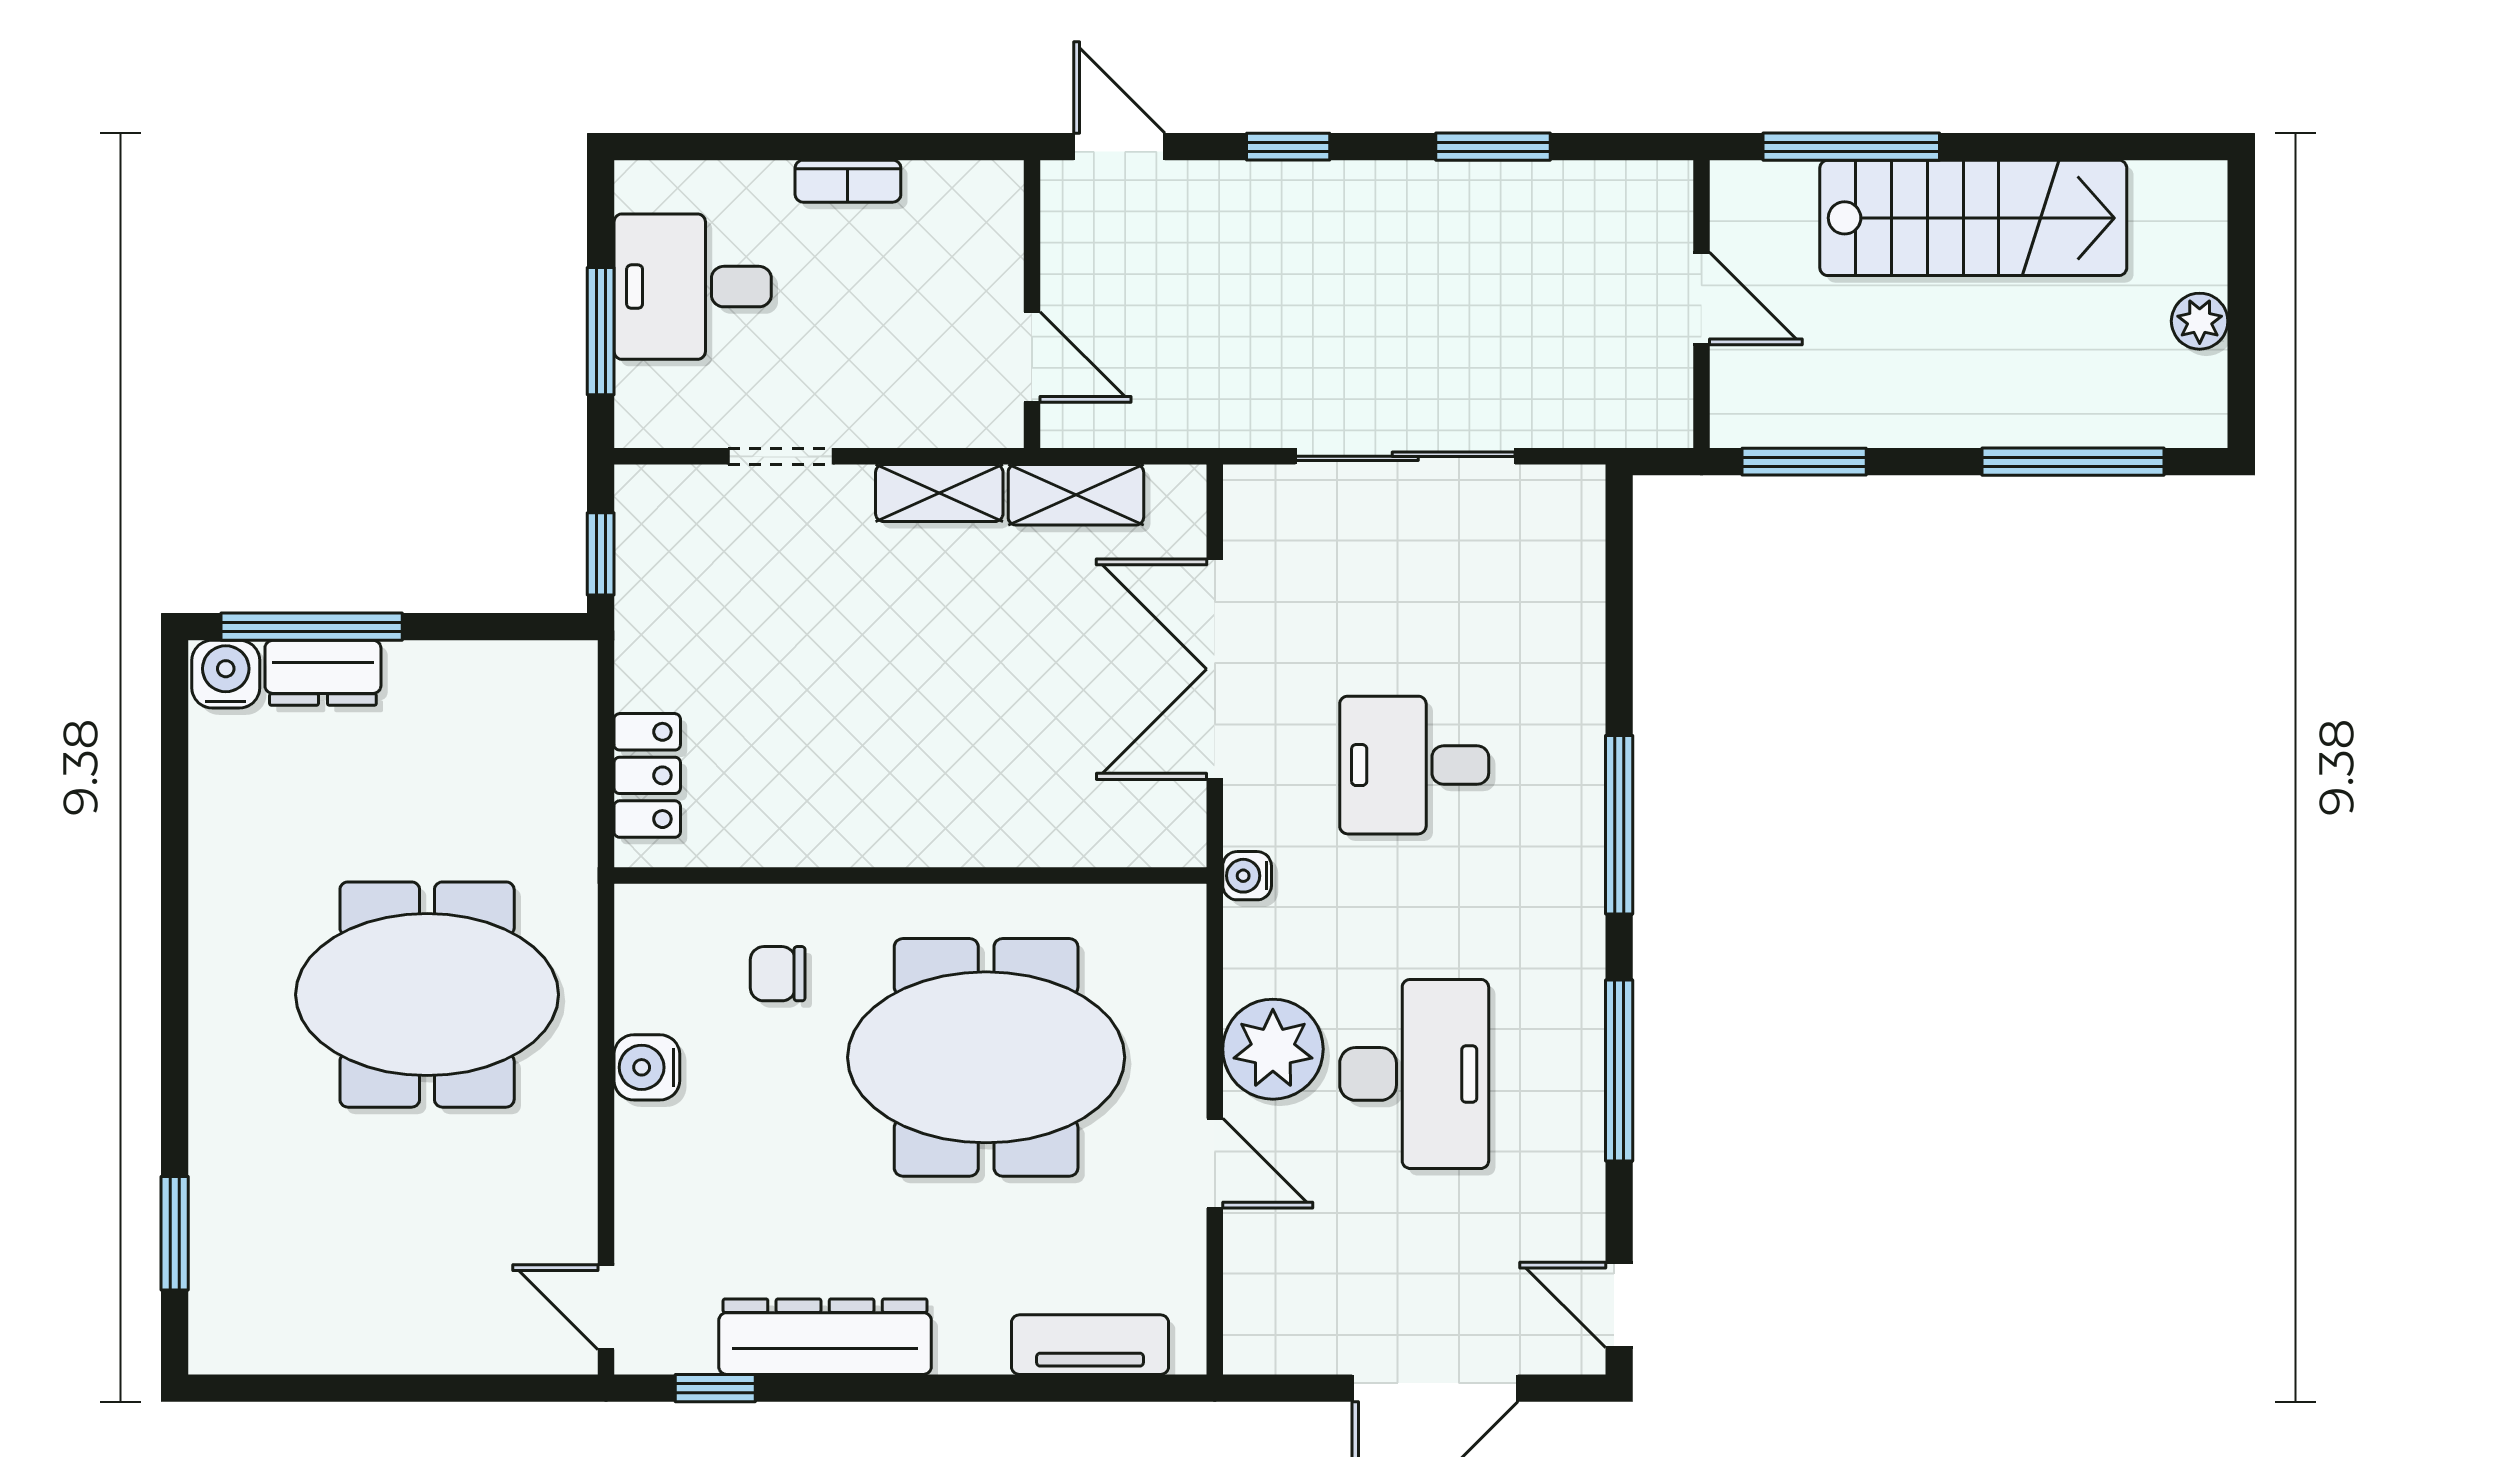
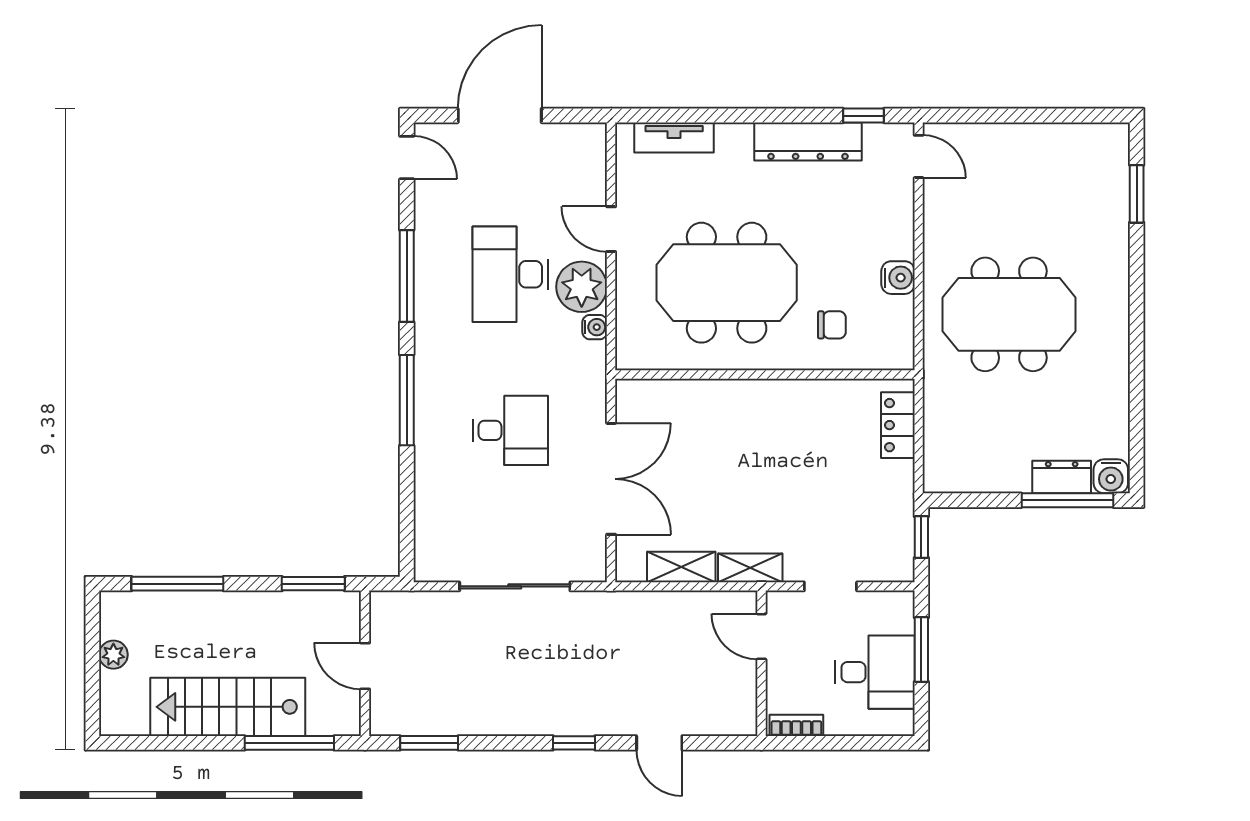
window: (1493, 147) -> (429, 743), moved
wall: (1032, 304) -> (761, 663), moved
door: (1032, 357) -> (761, 636), moved
water cooler: (1247, 876) -> (595, 327), moved

